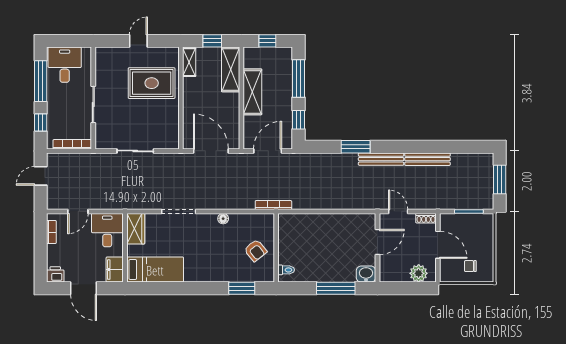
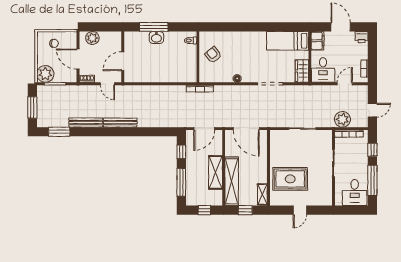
shelving: (231, 69) -> (232, 181), width x1.47
window: (356, 147) -> (59, 132), moved
plant: (81, 163) -> (342, 119), added
plant: (482, 225) -> (45, 74), added
washbasin: (366, 274) -> (156, 37), moved
window: (242, 288) -> (223, 27), removed

